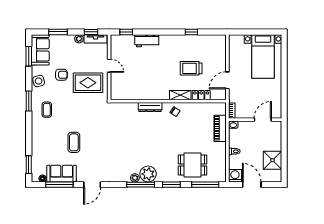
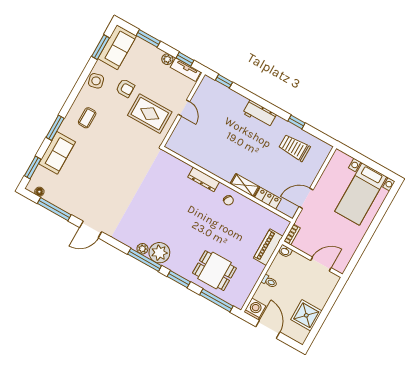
workbench: (147, 41) -> (260, 114), moved
trolley: (191, 68) -> (294, 148), moved
window: (29, 101) -> (55, 128), moved
coffee table: (74, 142) -> (97, 171), removed
sofa: (62, 174) -> (57, 153), moved, turned 90

